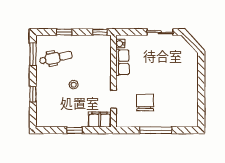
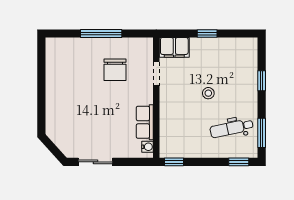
window: (64, 32) -> (239, 162), moved

